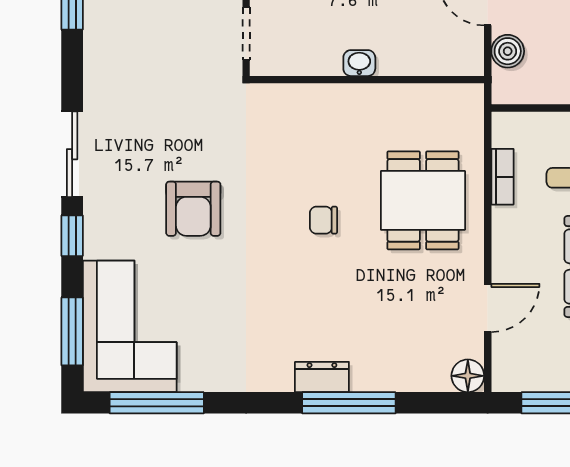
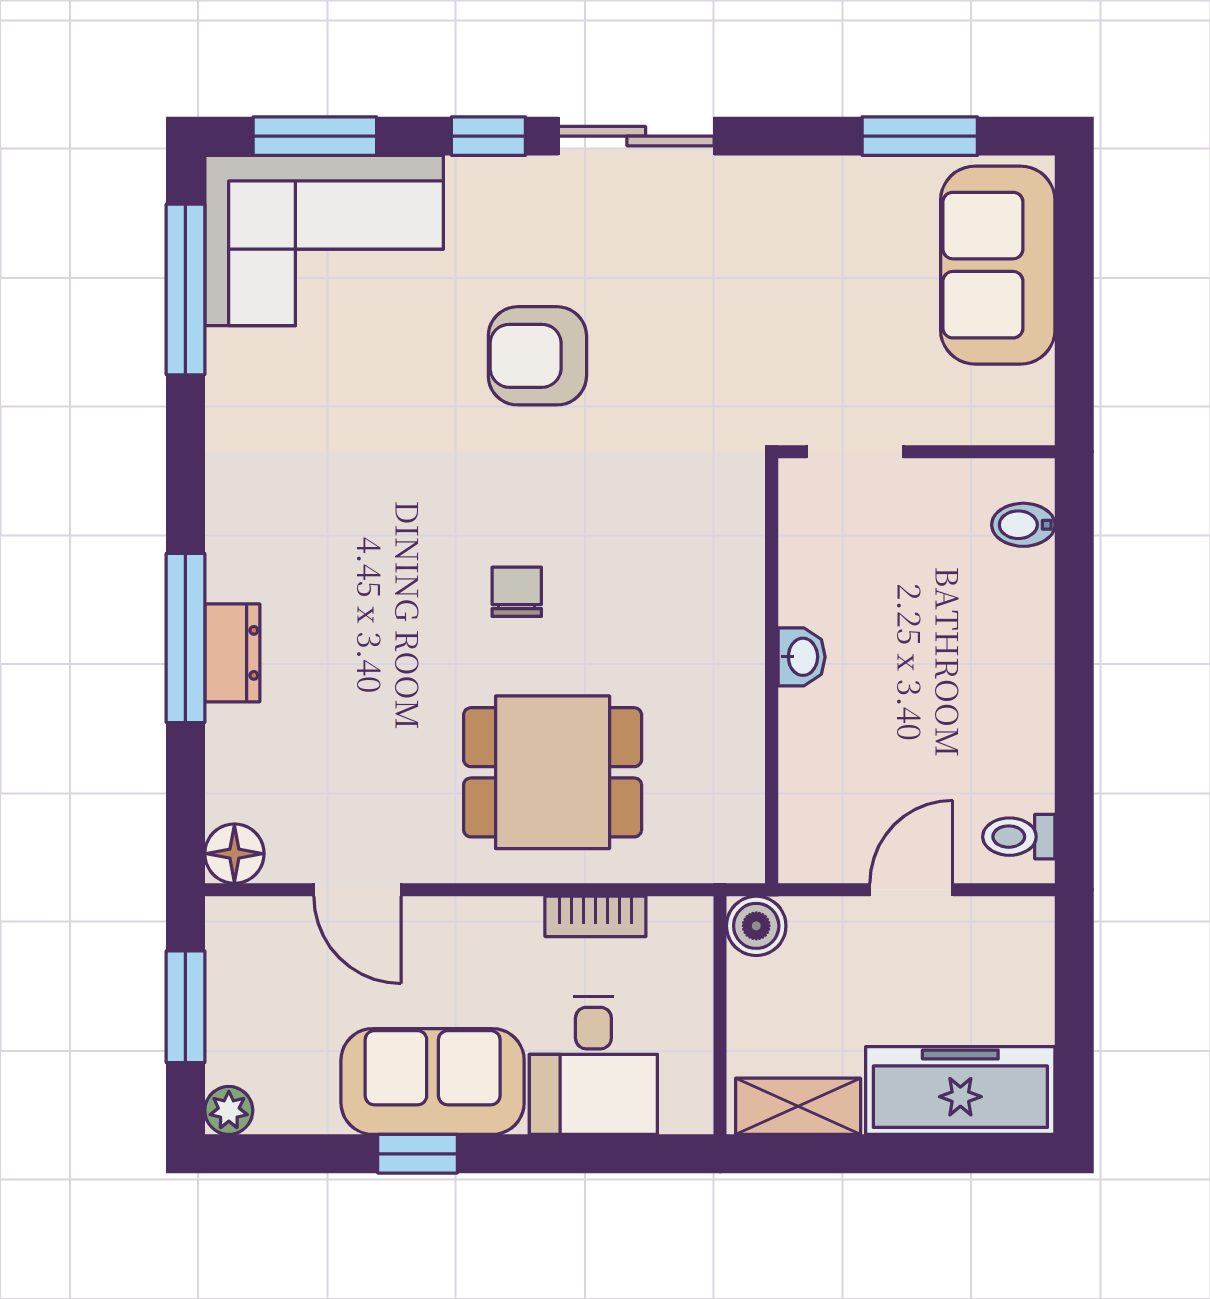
boiler: (508, 51) -> (756, 926), moved
dresser: (322, 377) -> (232, 653), moved

